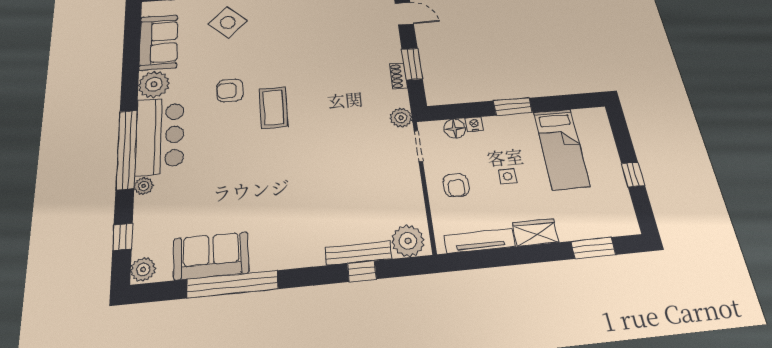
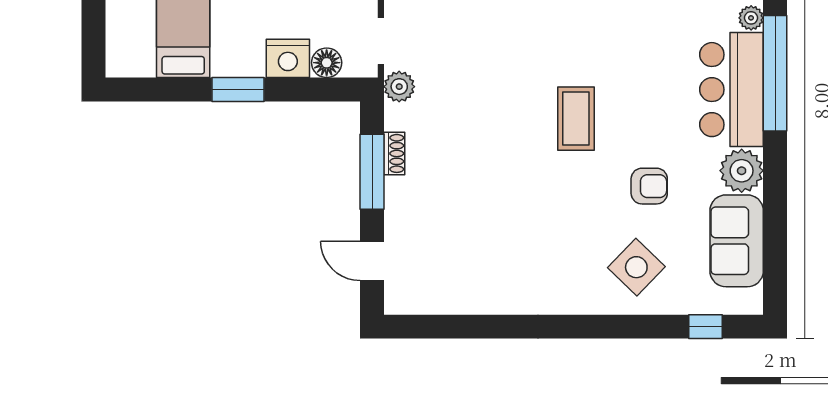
window: (412, 64) -> (372, 172), width x1.44
armchair: (230, 90) -> (649, 186), moved
nightstand: (474, 124) -> (288, 58), width x1.89, depth x1.79

